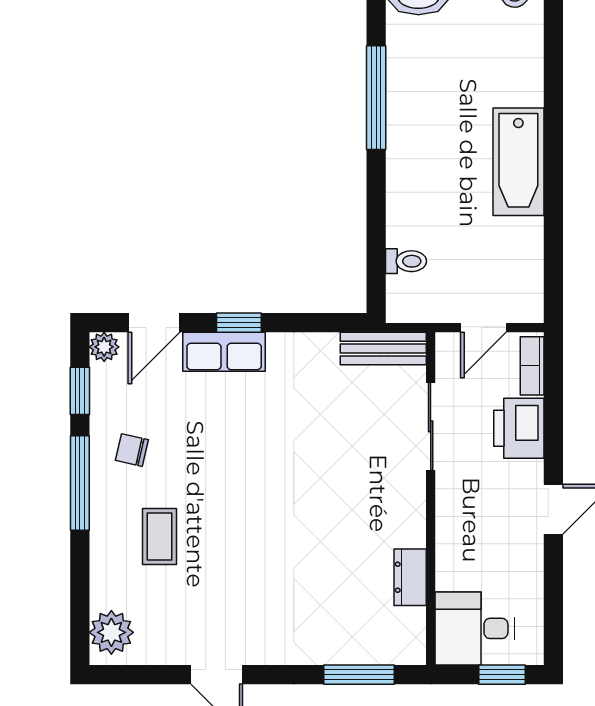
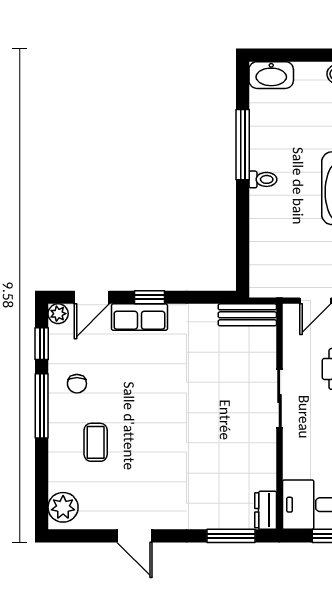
toilet: (406, 261) -> (263, 179), moved
sliding door: (431, 426) -> (279, 398), moved
chair: (132, 450) -> (77, 384), turned -103
dresser: (410, 577) -> (266, 510), moved

